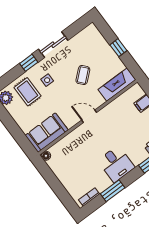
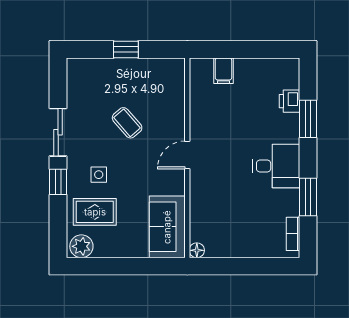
fireplace: (117, 85) -> (173, 87), removed

